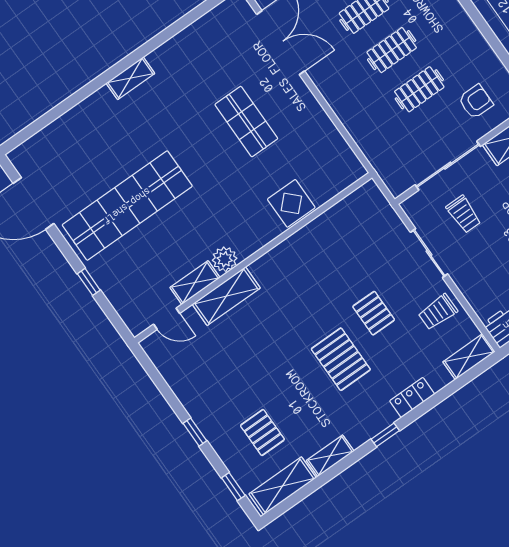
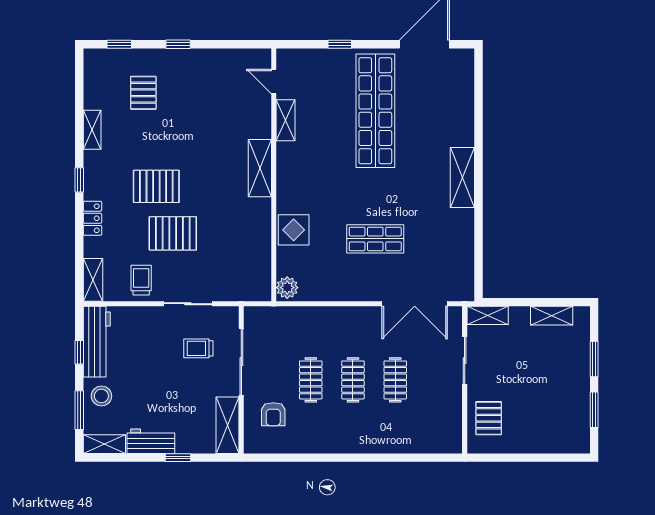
shelving: (130, 78) -> (462, 178), width x1.50, depth x1.33
plant: (225, 259) -> (287, 288), moved
shelving: (226, 296) -> (260, 168), moved
pallet: (374, 313) -> (173, 233), width x1.50, depth x1.42
door: (167, 319) -> (274, 81), hinge flipped
pallet: (262, 433) -> (143, 93), turned 90
shelving: (283, 486) -> (95, 80), removed

